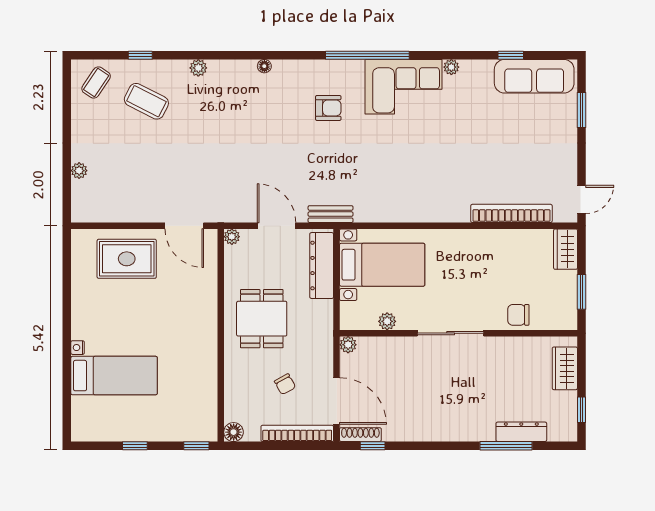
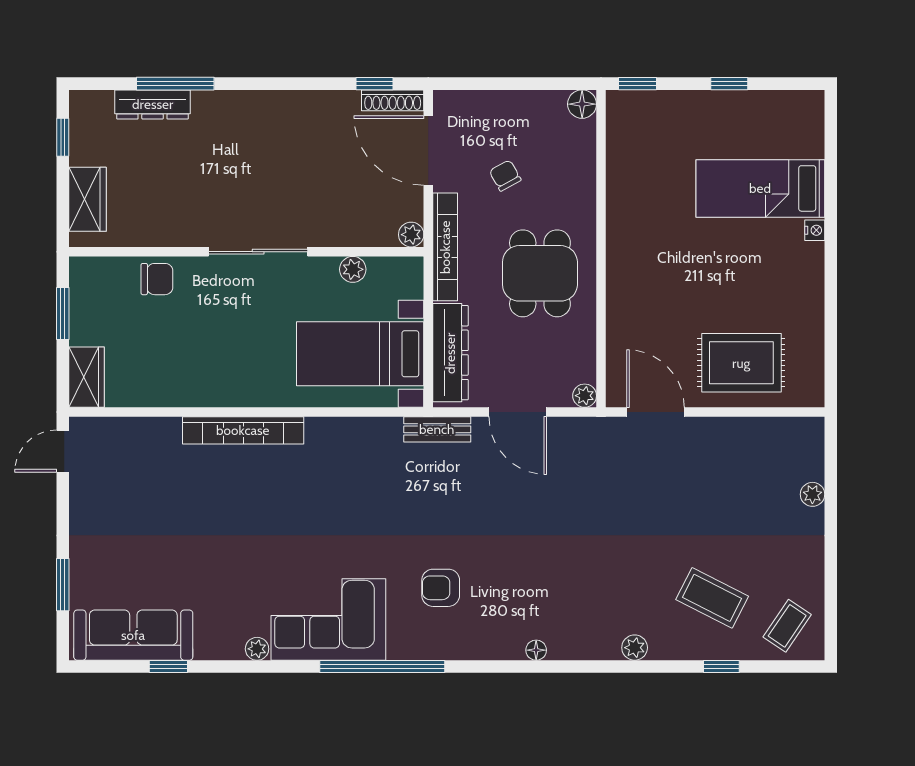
bookcase: (511, 213) -> (243, 430), moved
bookcase: (297, 433) -> (445, 247), moved, turned -90

